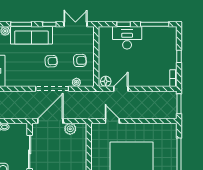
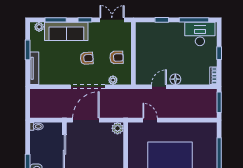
desk: (127, 38) -> (200, 34), moved
floor lamp: (106, 81) -> (175, 79), moved
plant: (70, 129) -> (117, 128), moved

